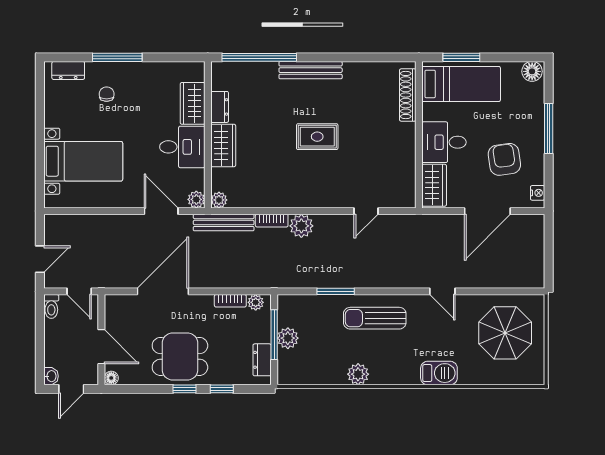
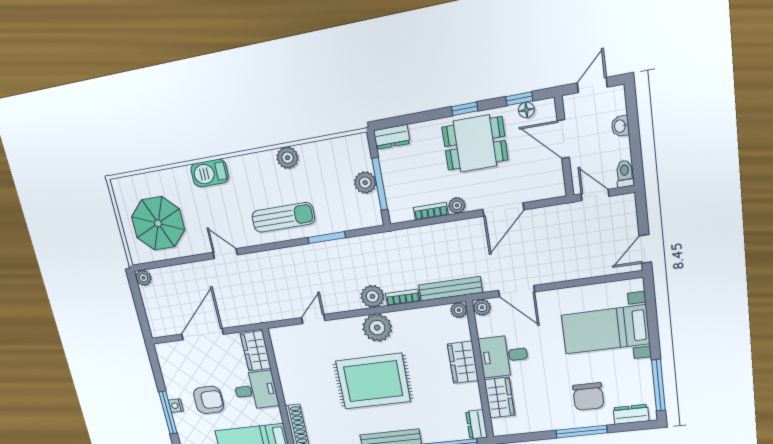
chair: (107, 94) -> (588, 397), width x1.87, depth x1.87
window: (40, 98) -> (658, 385), added
dresser: (220, 107) -> (476, 424), moved
rug: (317, 137) -> (373, 381), width x1.86, depth x2.06
armchair: (504, 159) -> (209, 400), moved, turned -82
plant: (303, 193) -> (377, 328), added
nightstand: (538, 193) -> (176, 406), moved
door: (40, 259) -> (645, 249), moved
plant: (536, 280) -> (143, 278), added
door: (163, 291) -> (503, 210), width x0.73
plant: (256, 302) -> (457, 205), moved
dresser: (262, 360) -> (392, 137), moved, turned 90
washbasin: (51, 376) -> (620, 126), moved
floor lamp: (111, 378) -> (526, 110), moved
window: (222, 389) -> (519, 99), moved

